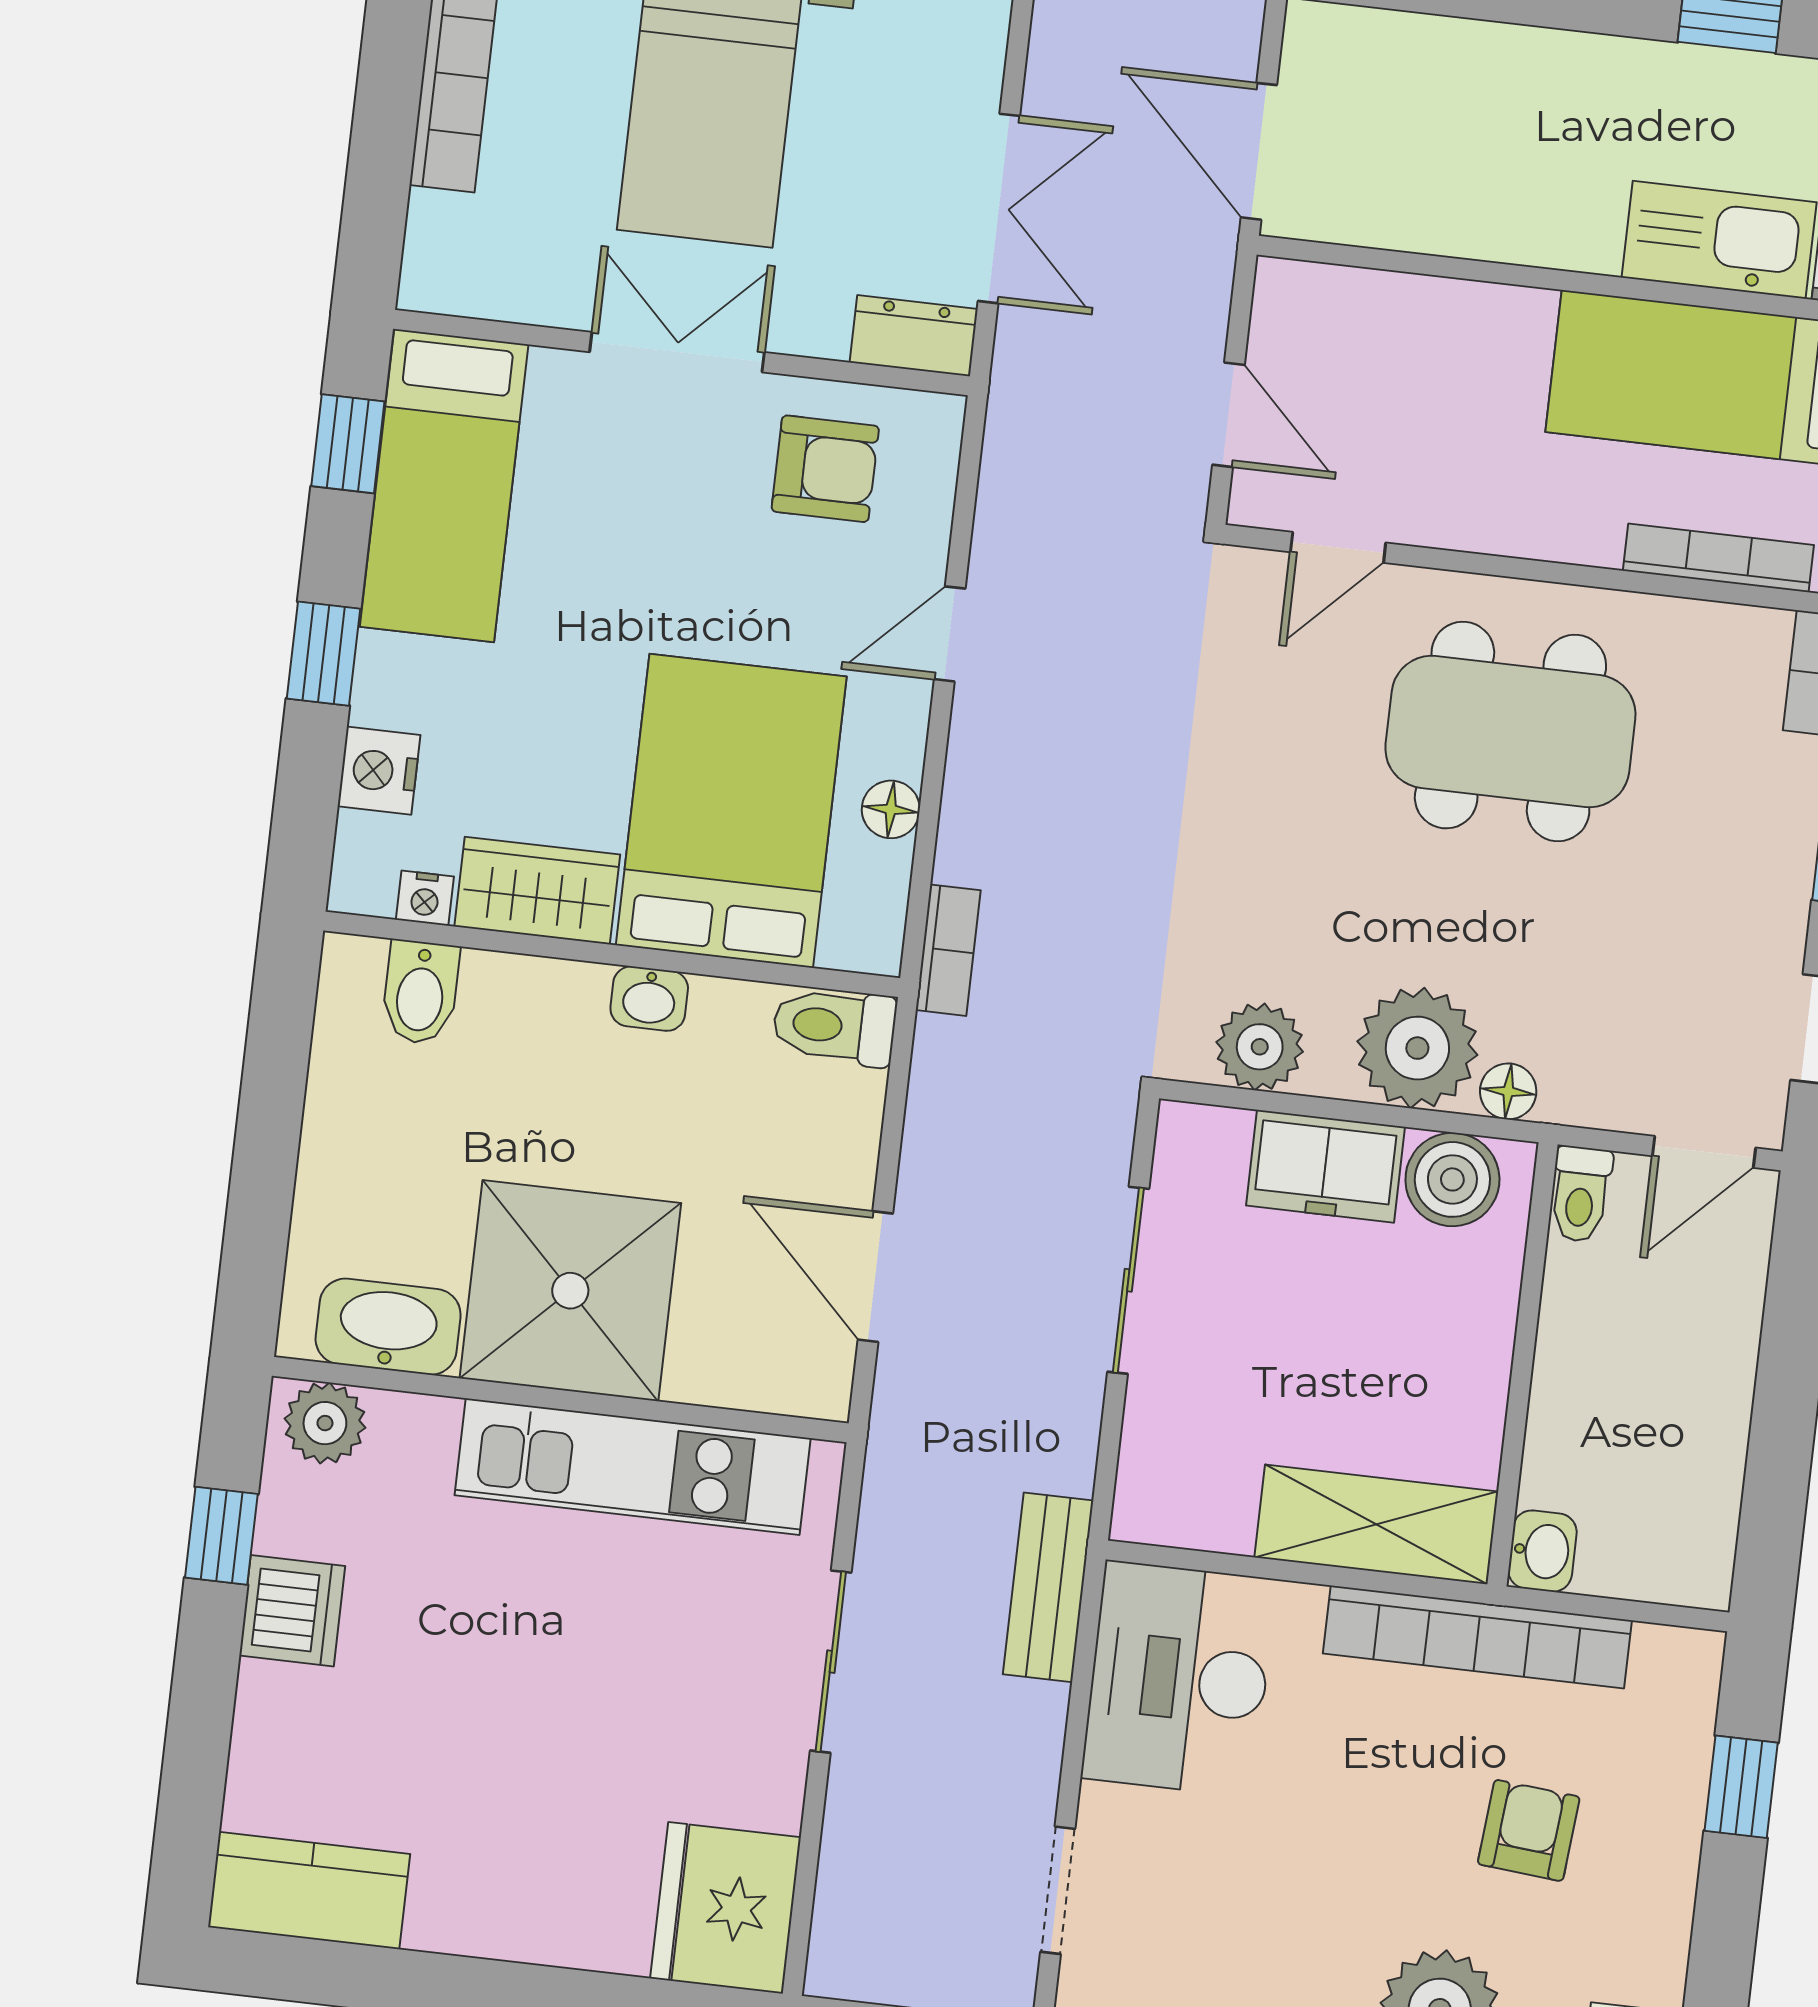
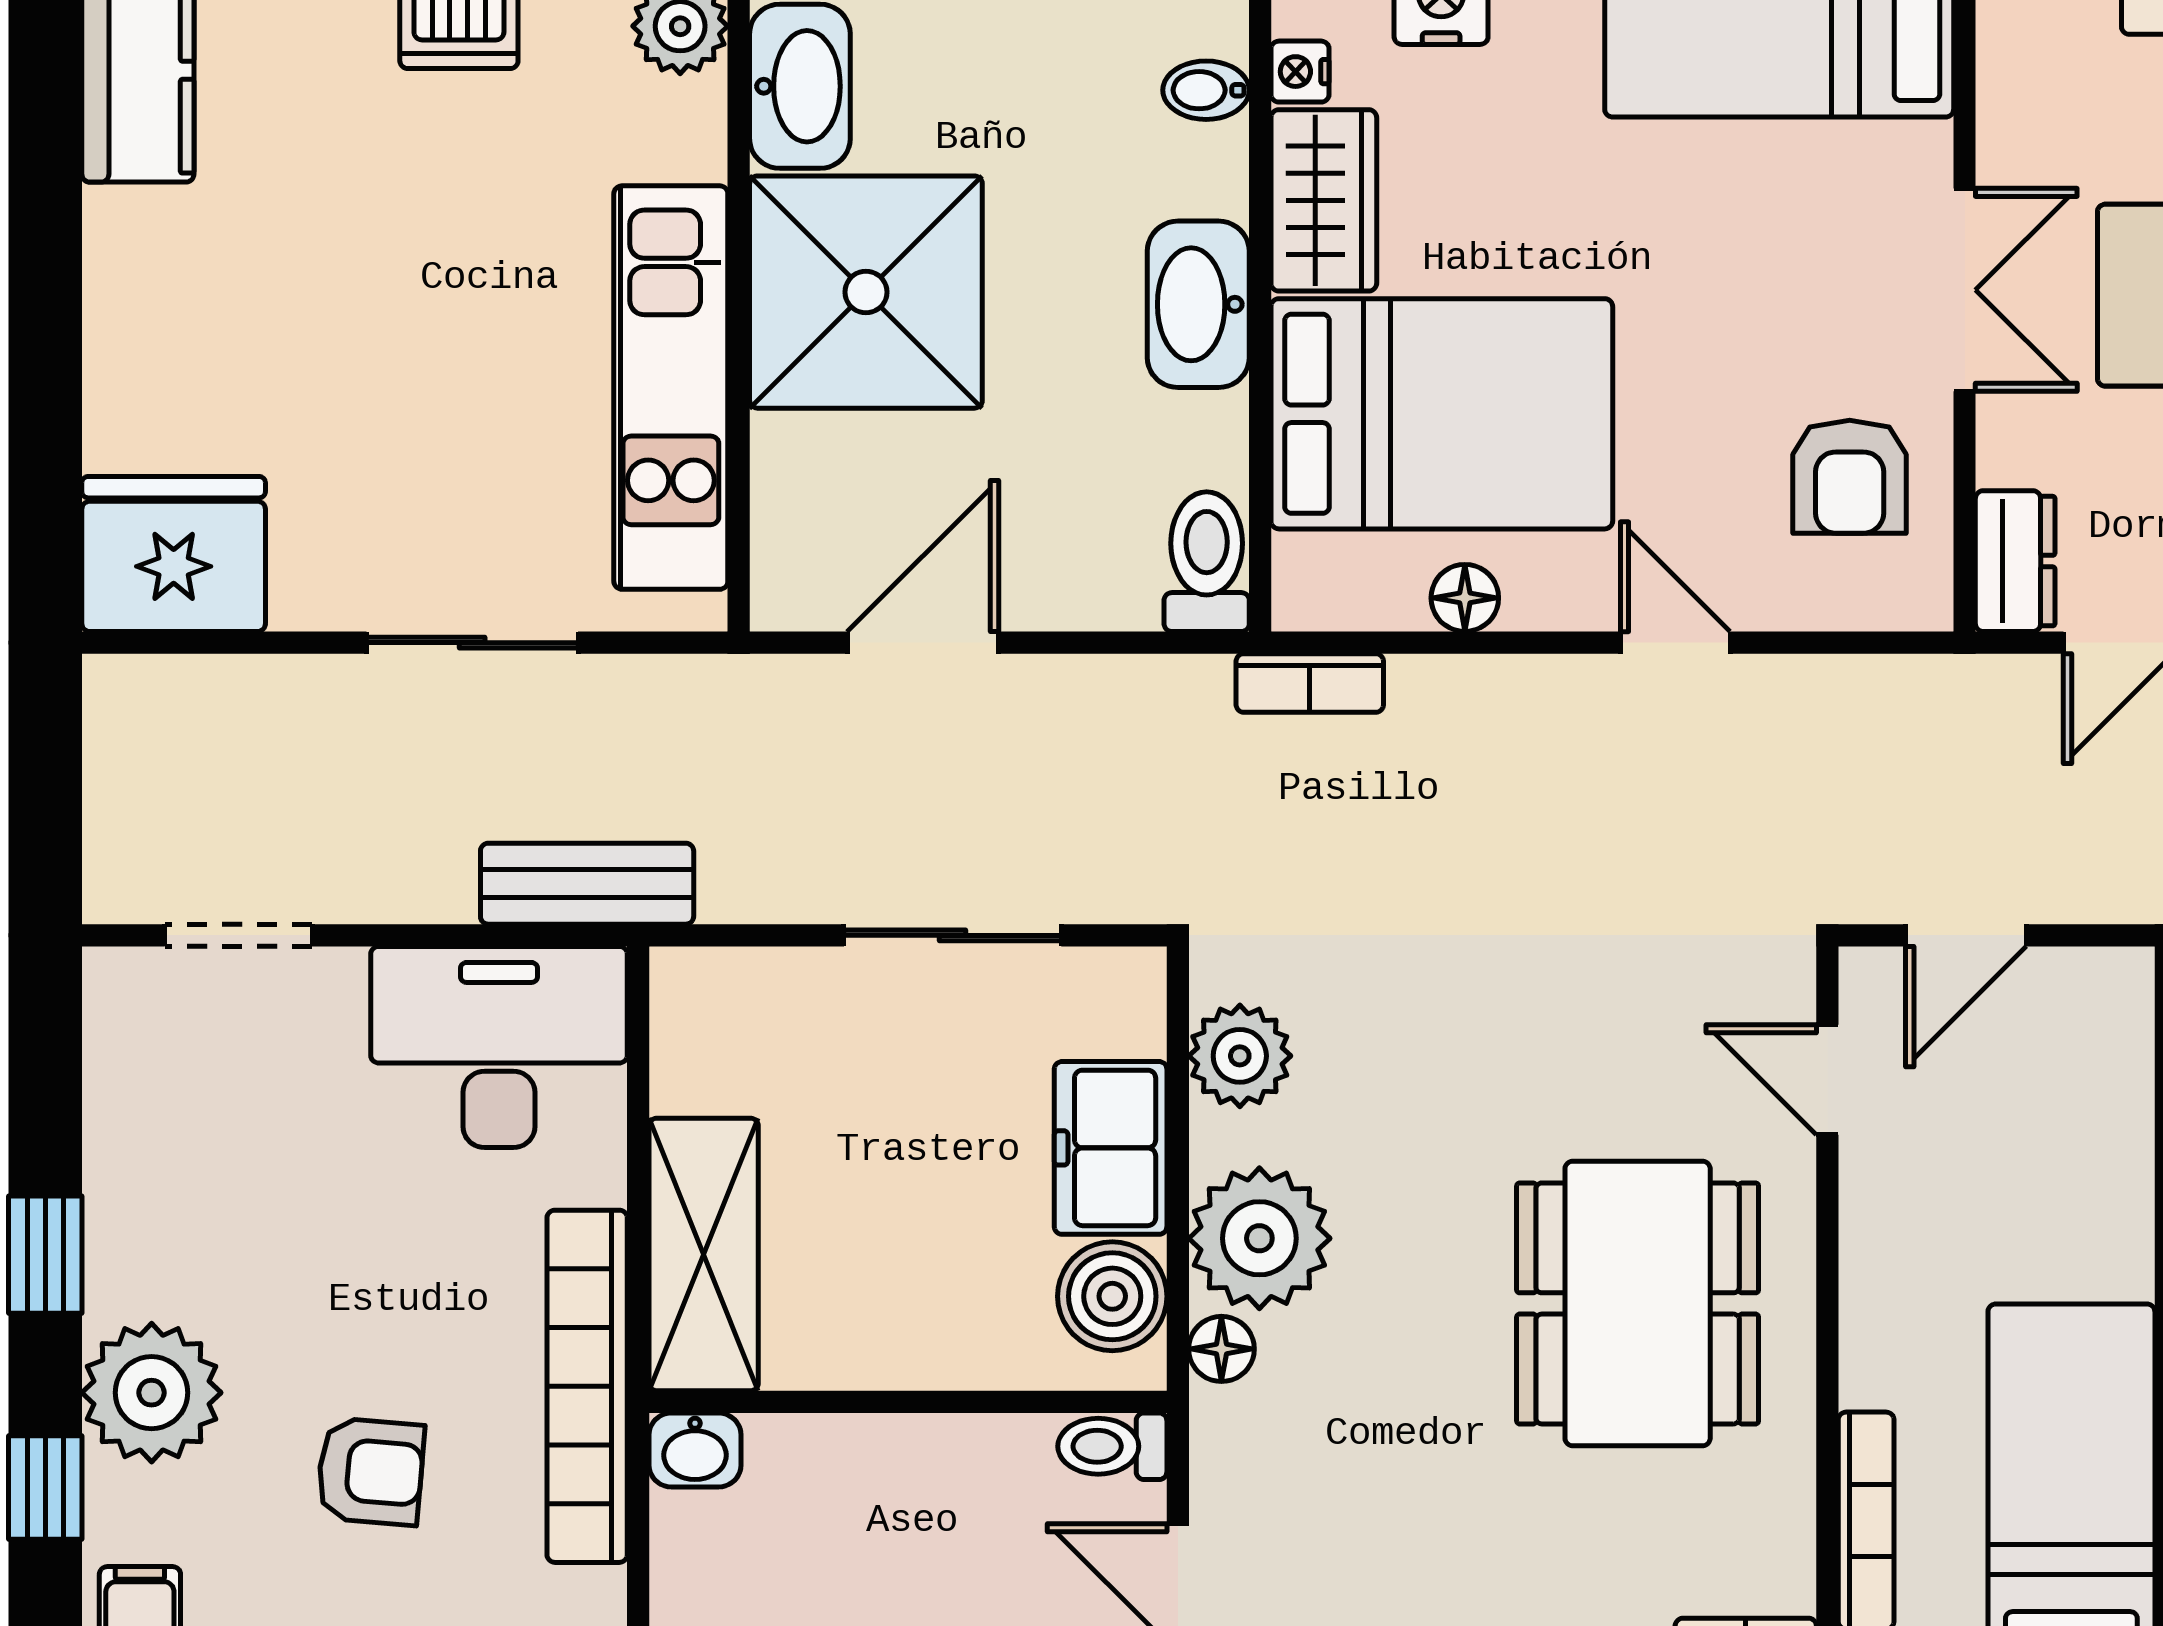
bidet: (420, 992) -> (1206, 90), width x0.72, depth x0.74
washbasin: (649, 999) -> (1198, 304), width x1.91, depth x1.45

